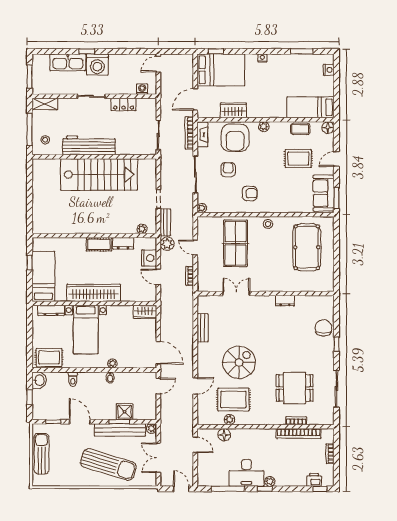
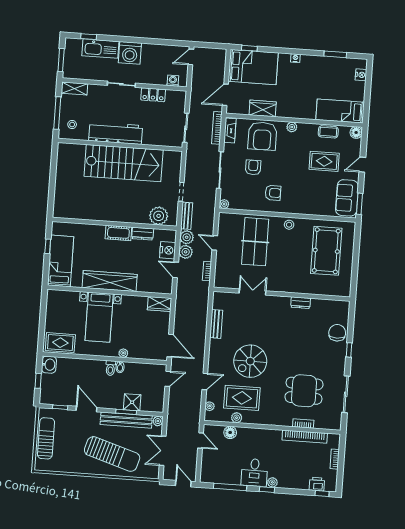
window: (87, 51) -> (89, 37), moved
plant: (142, 229) -> (159, 216), width x1.88, depth x1.88
plant: (167, 258) -> (186, 252), added
dresser: (51, 310) -> (66, 296), removed
spiral stairs: (239, 362) -> (250, 361), turned 180
toilet: (73, 379) -> (110, 368), moved
plant: (202, 410) -> (210, 406), added
desk: (246, 473) -> (254, 473), width x0.73

